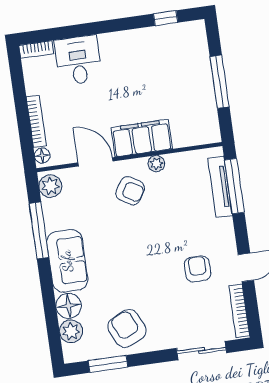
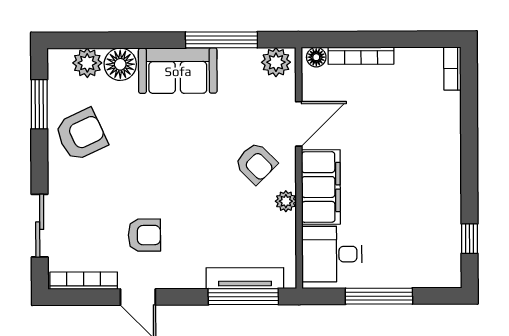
desk: (78, 60) -> (332, 254), moved, turned 180
armchair: (130, 191) -> (256, 163), turned -76

